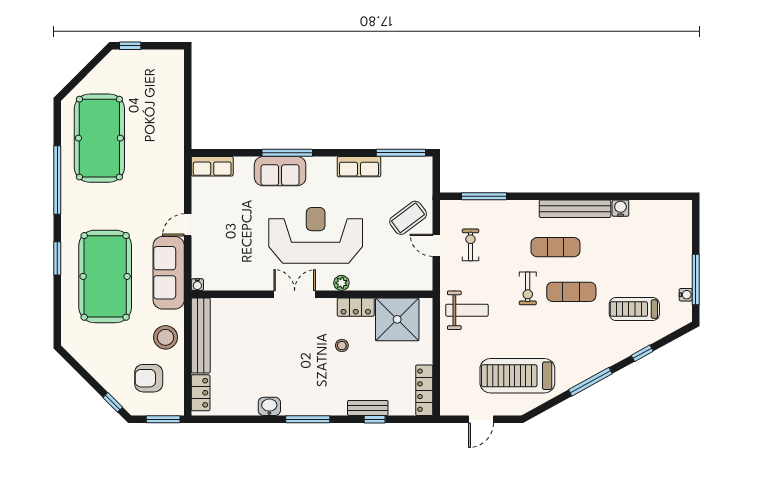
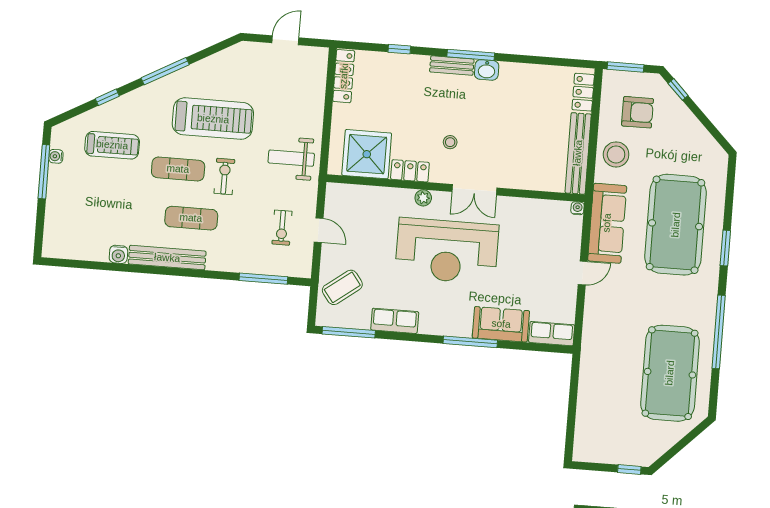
sofa: (280, 171) -> (501, 324), moved
coffee table: (408, 218) -> (342, 287), moved
stool: (342, 346) -> (450, 142), moved
treadmill: (517, 376) -> (213, 119), moved
washbasin: (269, 406) -> (487, 70), moved
bench: (368, 408) -> (452, 66), moved

